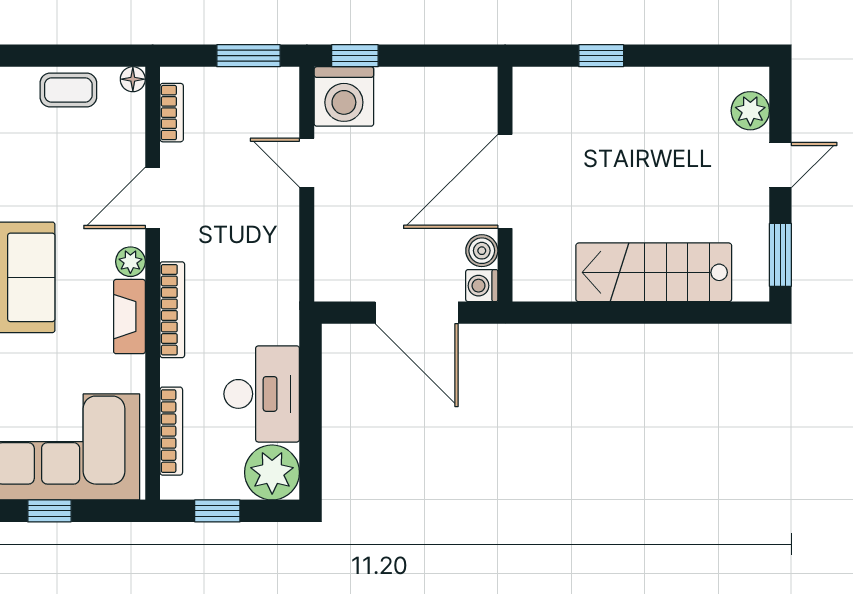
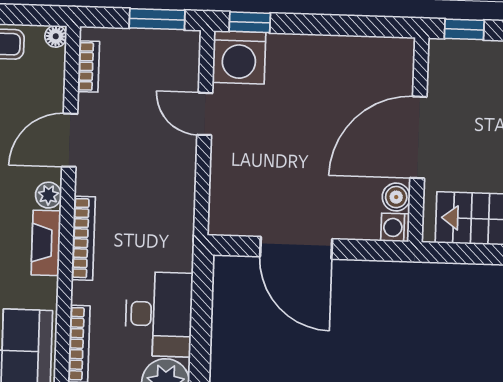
door: (505, 181) -> (418, 137), moved
wall: (505, 184) -> (418, 140), moved
boiler: (482, 251) -> (396, 197), moved
washing machine: (482, 286) -> (395, 228), moved

